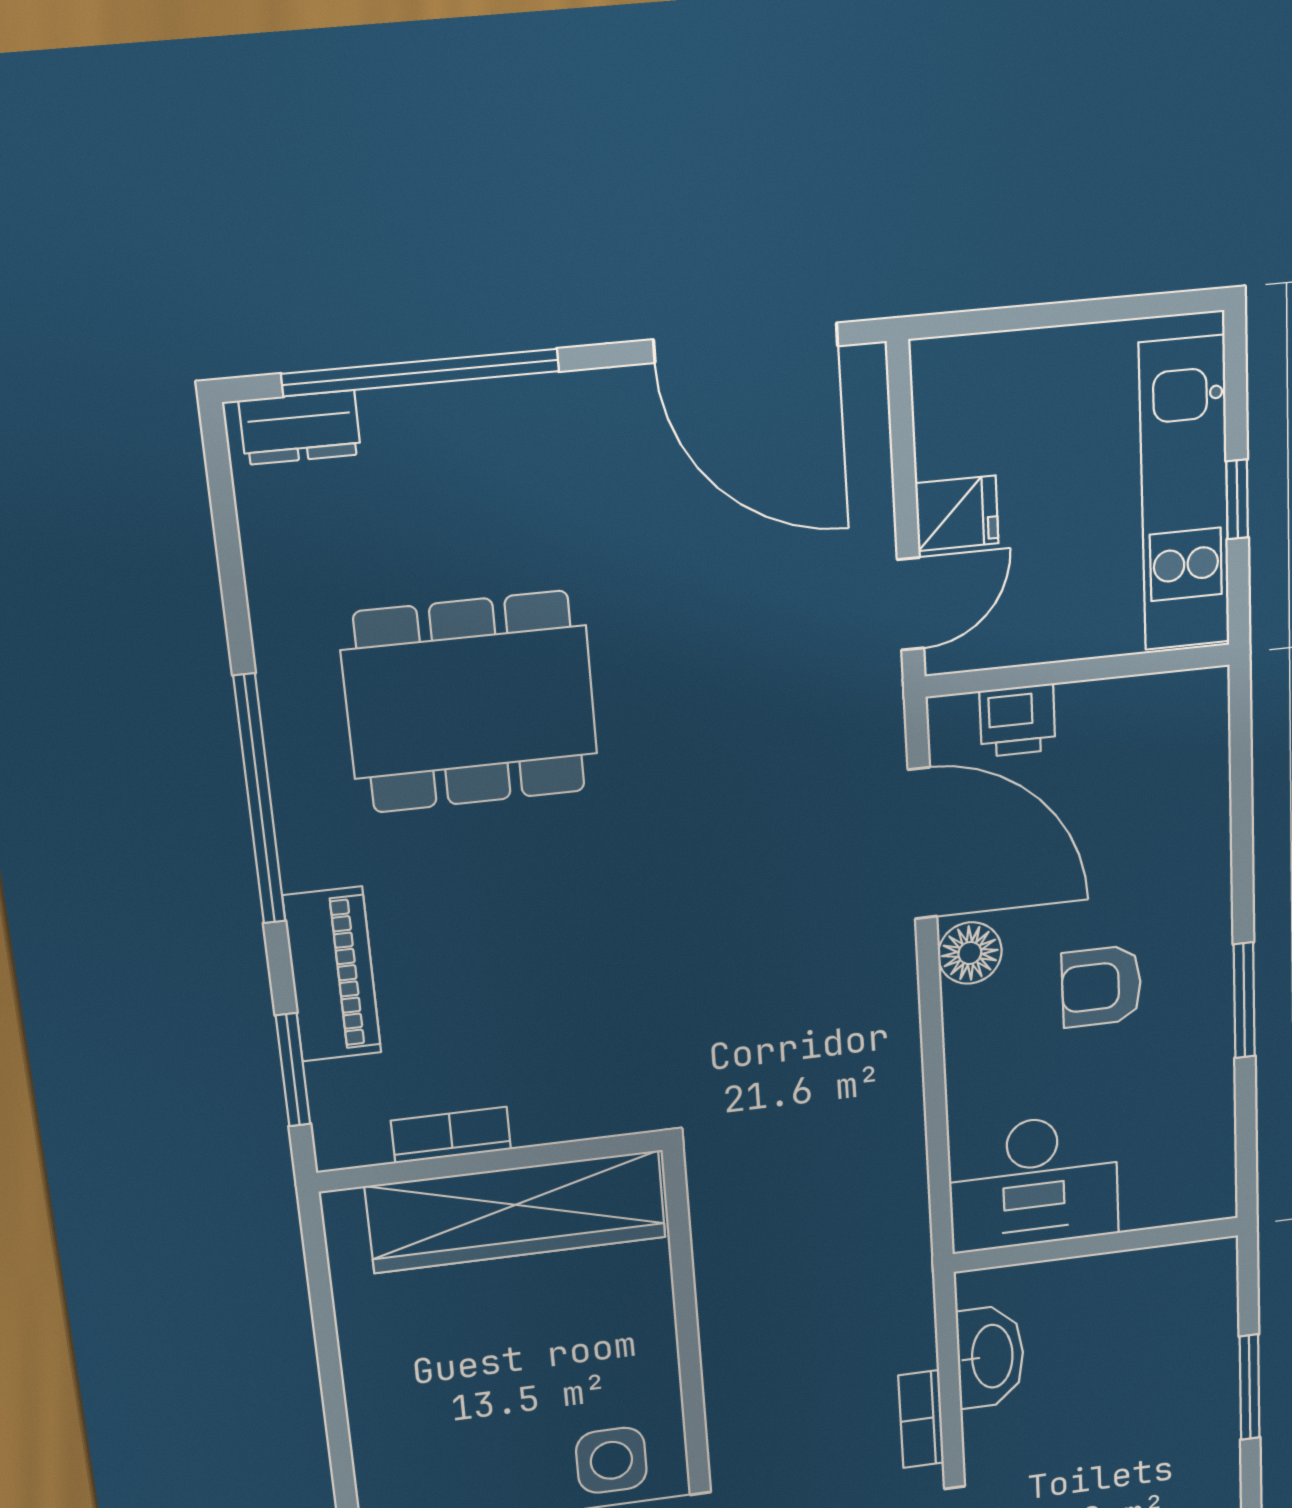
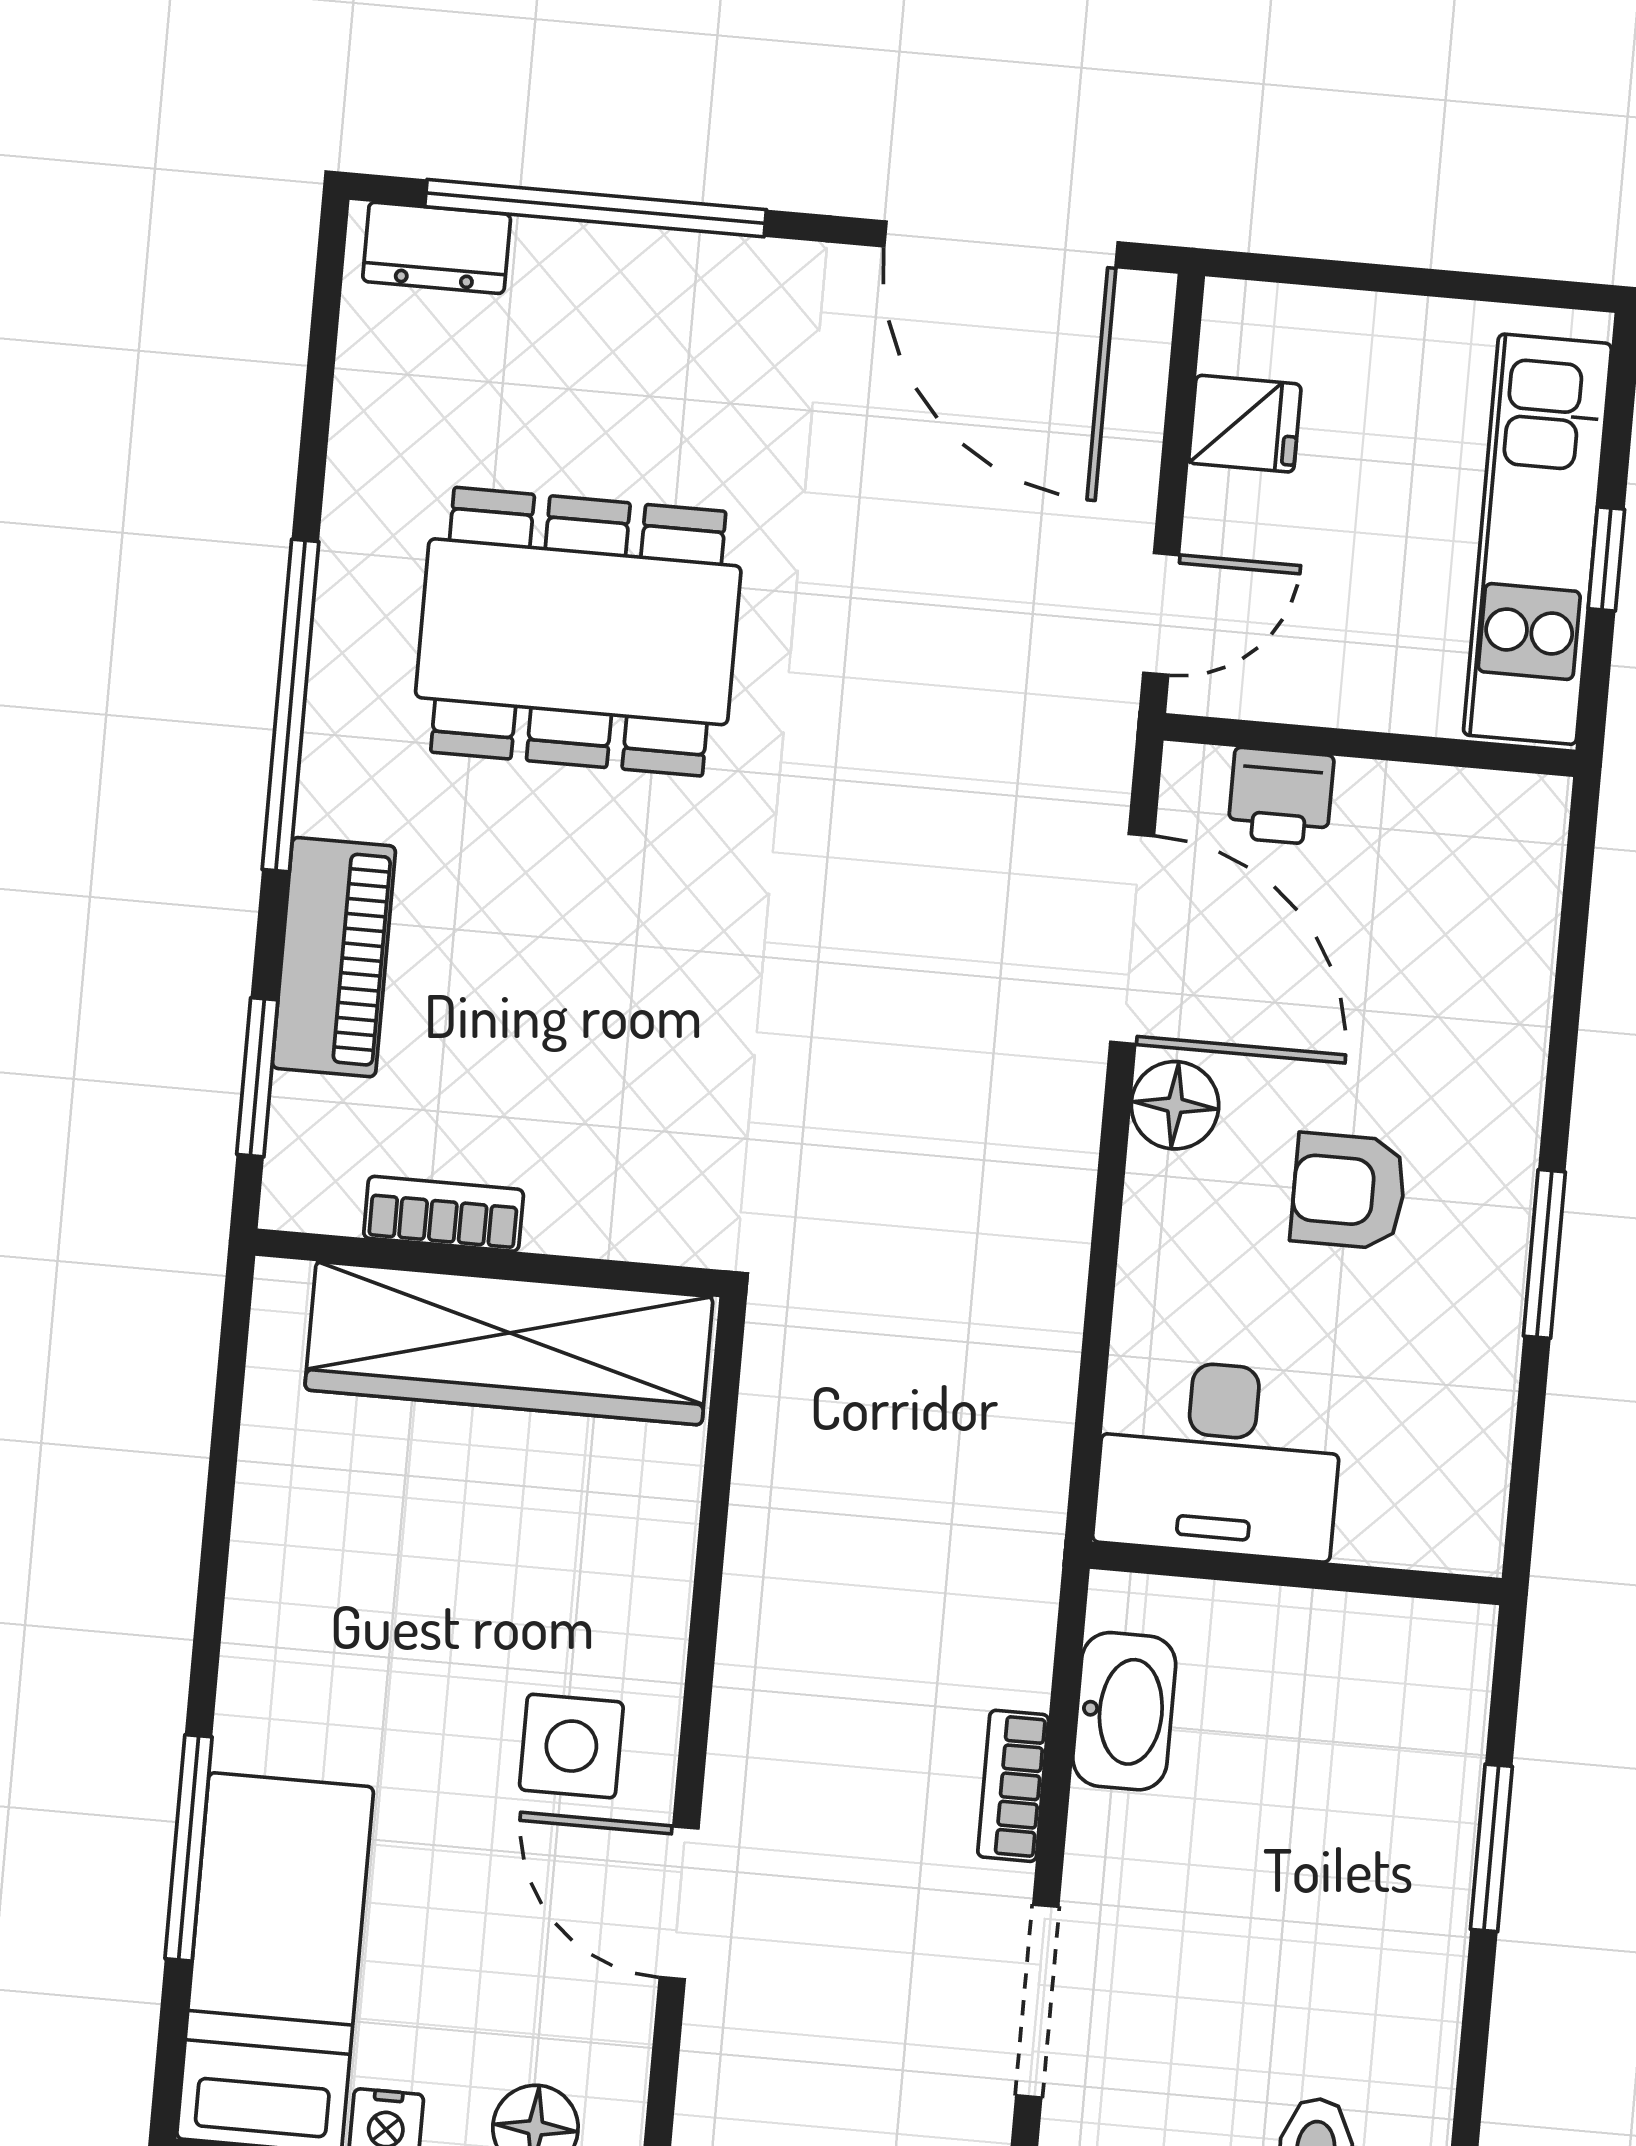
fridge: (957, 513) -> (1245, 424), moved

